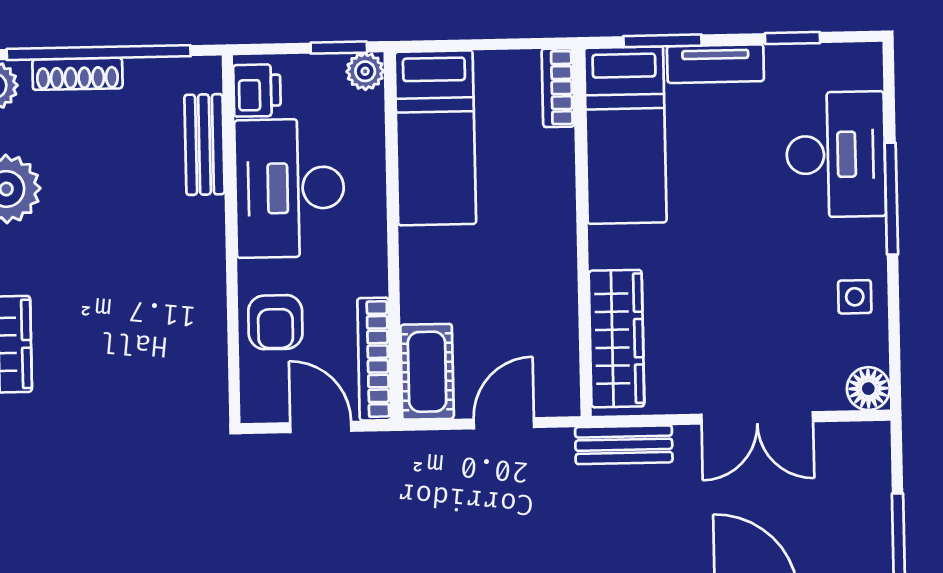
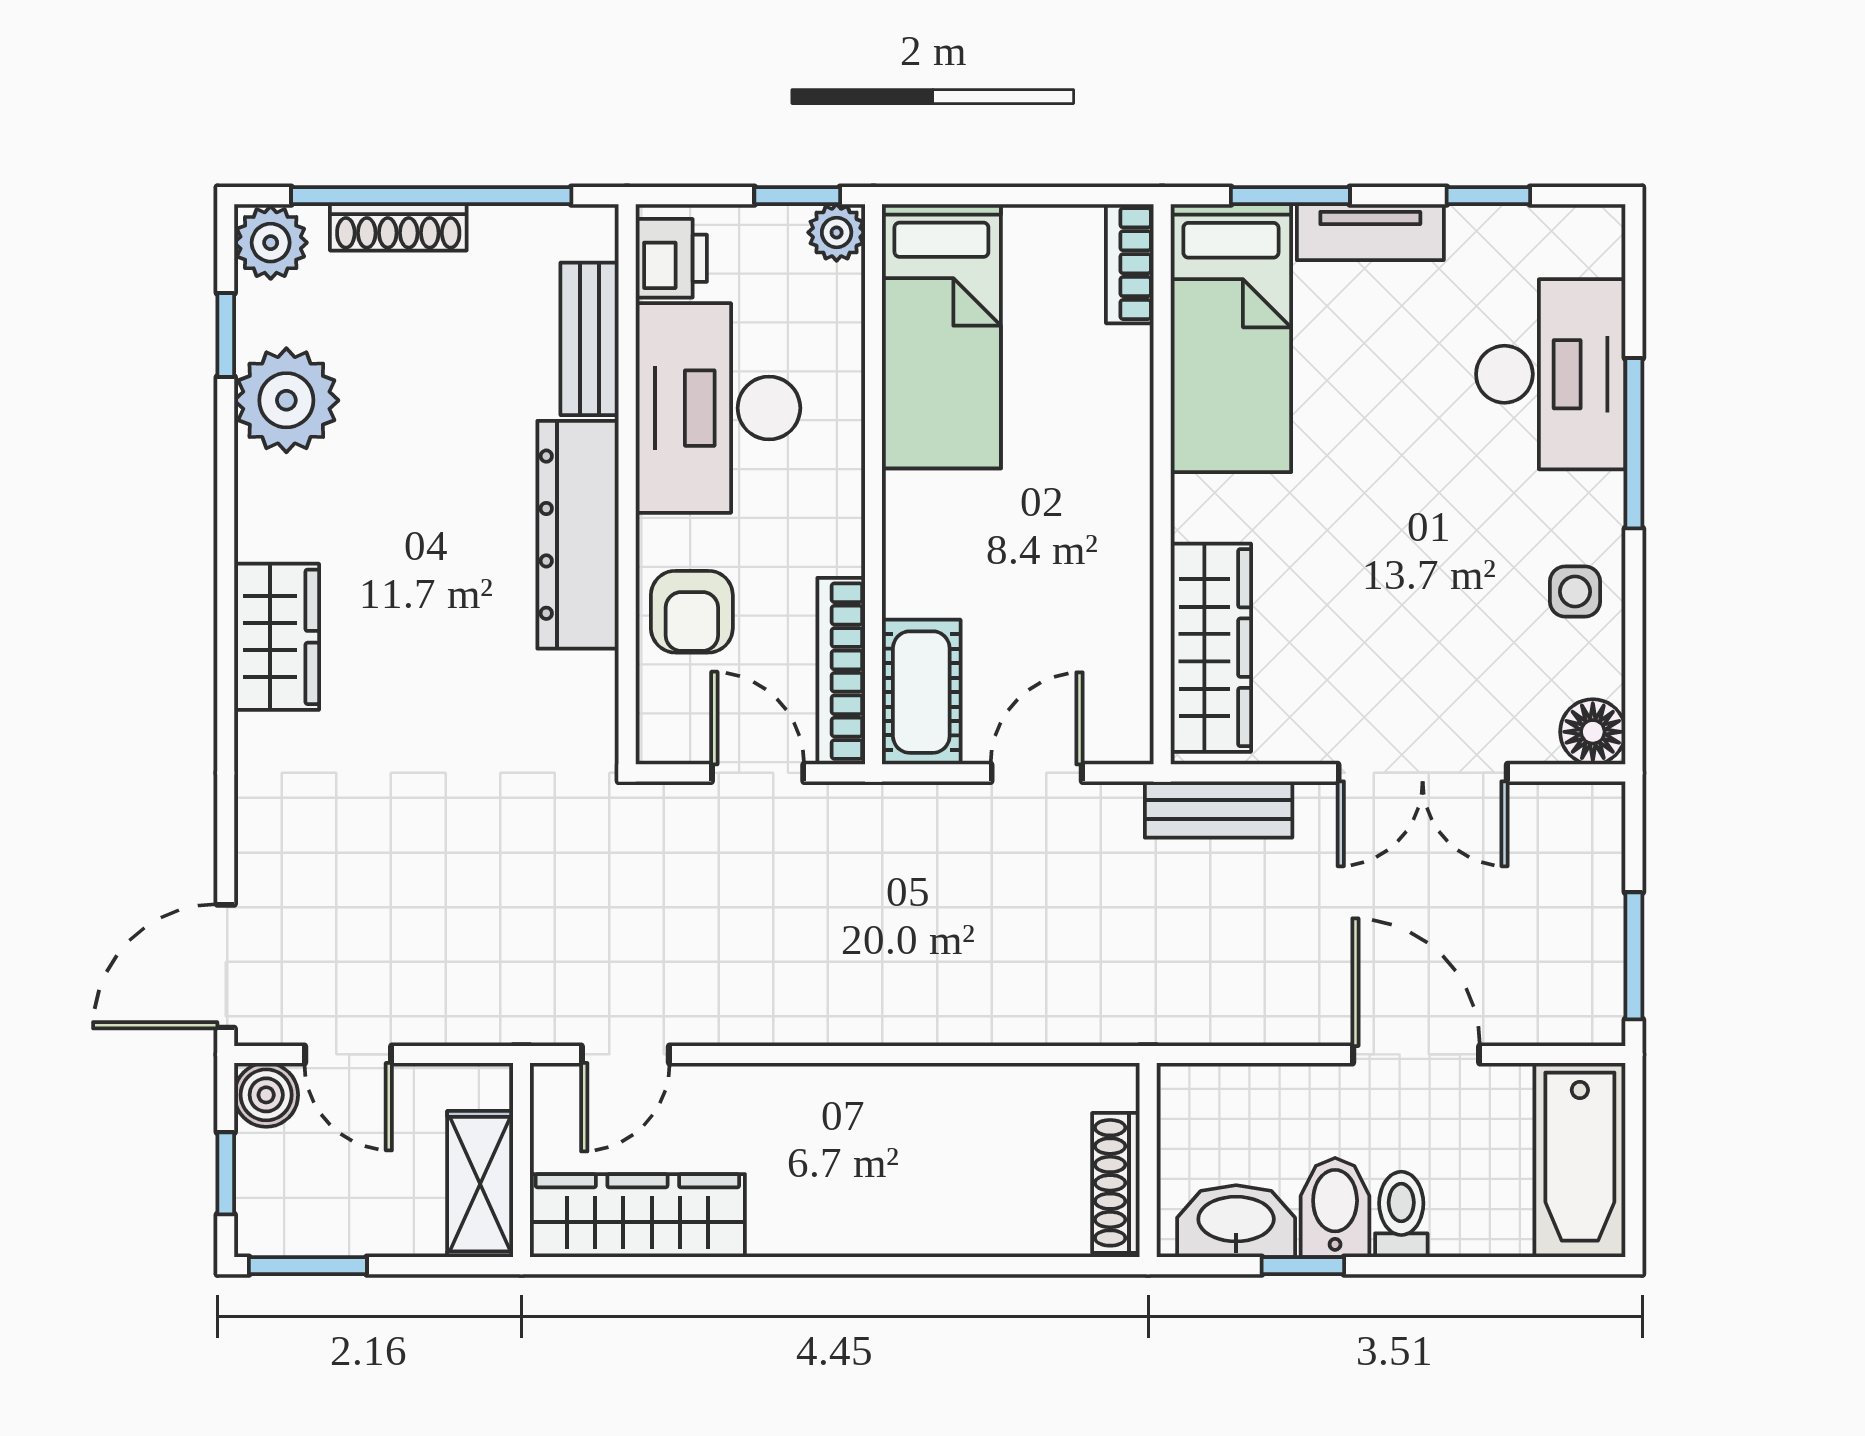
dresser: (200, 273) -> (578, 535), added

